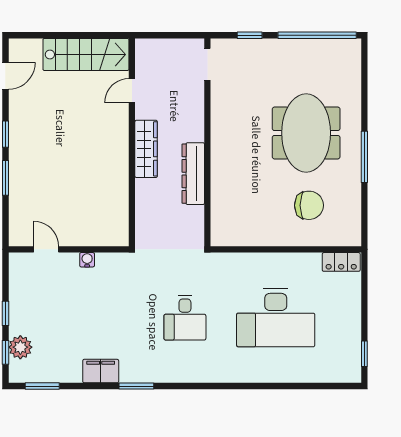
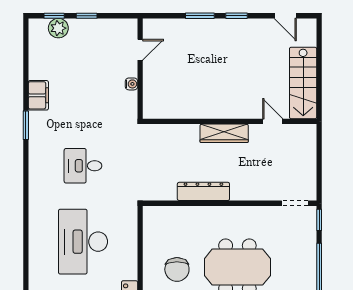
doorway: (207, 64) -> (295, 203), moved
wall: (207, 142) -> (230, 203), moved
dresser: (193, 174) -> (203, 191), moved
window: (42, 386) -> (26, 47), removed

